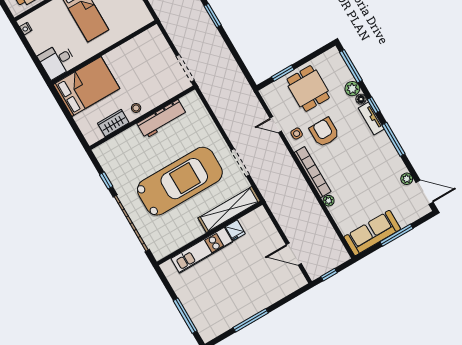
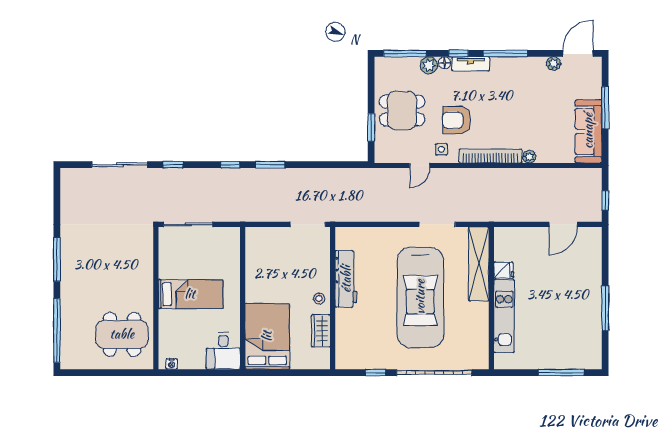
car: (180, 181) -> (420, 297), turned 180

